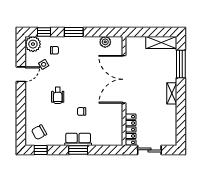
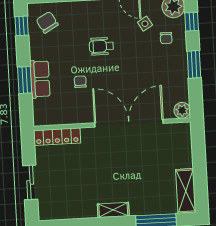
double door: (124, 79) -> (129, 123), moved
wall: (124, 91) -> (112, 124), moved
locker: (131, 130) -> (57, 137), moved

